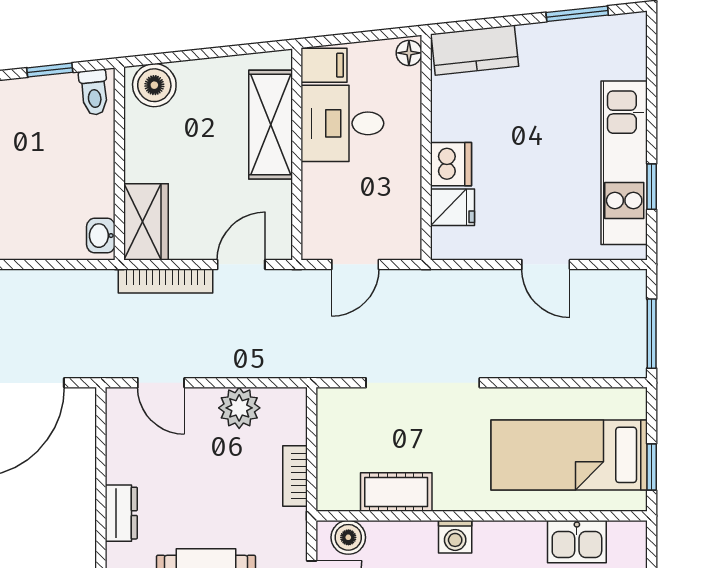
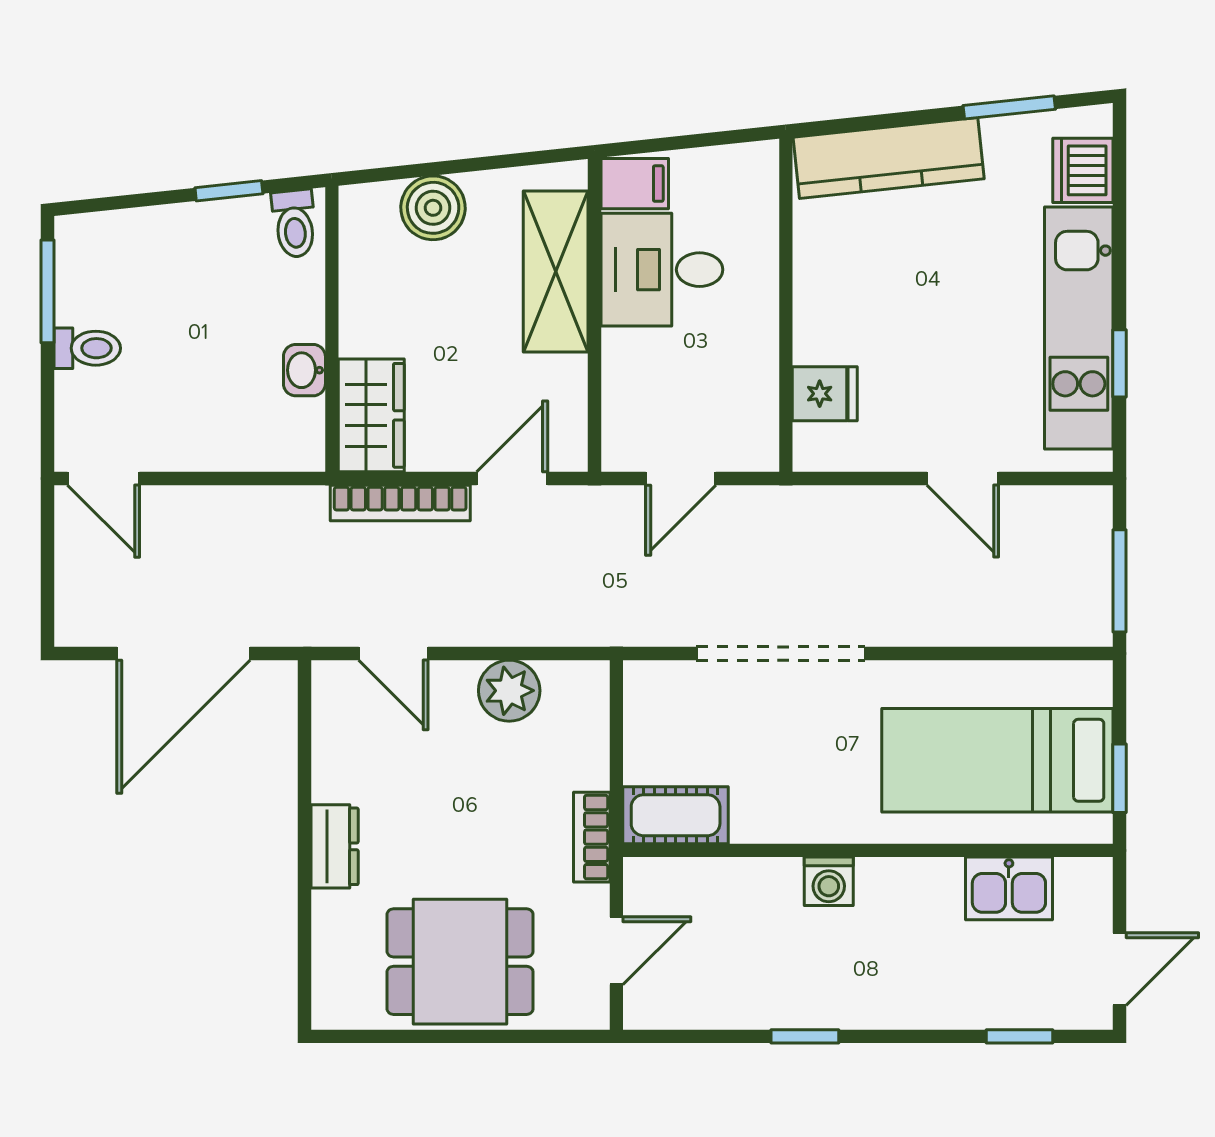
kitchen counter: (475, 50) -> (889, 158), width x1.50
floor lamp: (409, 53) -> (760, 165), removed
boiler: (154, 85) -> (433, 208), moved
dishwasher: (451, 164) -> (1083, 170), moved, turned 180
washbasin: (101, 236) -> (304, 370), moved
bookcase: (295, 476) -> (592, 837), moved
cot: (396, 492) -> (676, 815), moved
boiler: (348, 537) -> (671, 882), removed

